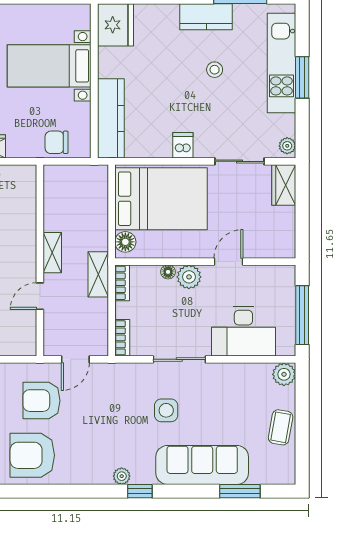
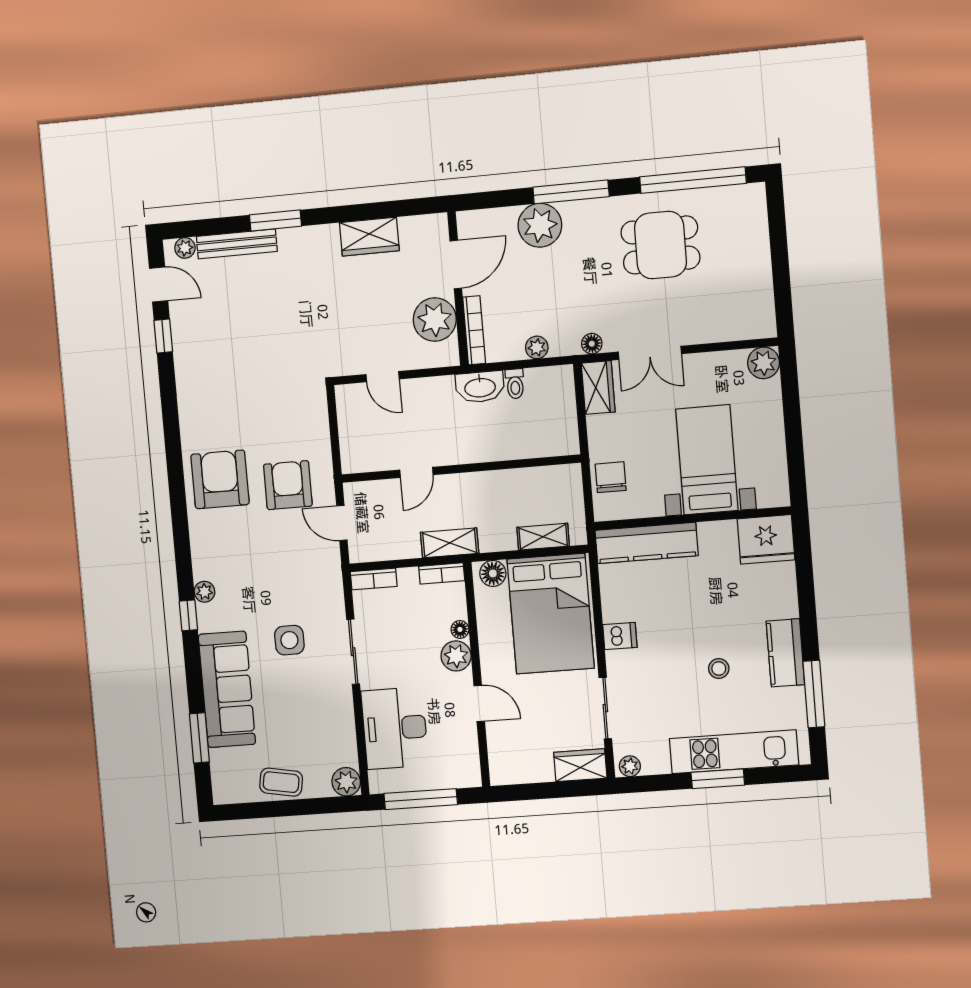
shelving: (52, 253) -> (543, 537), moved
door: (40, 296) -> (416, 472), swing flipped

